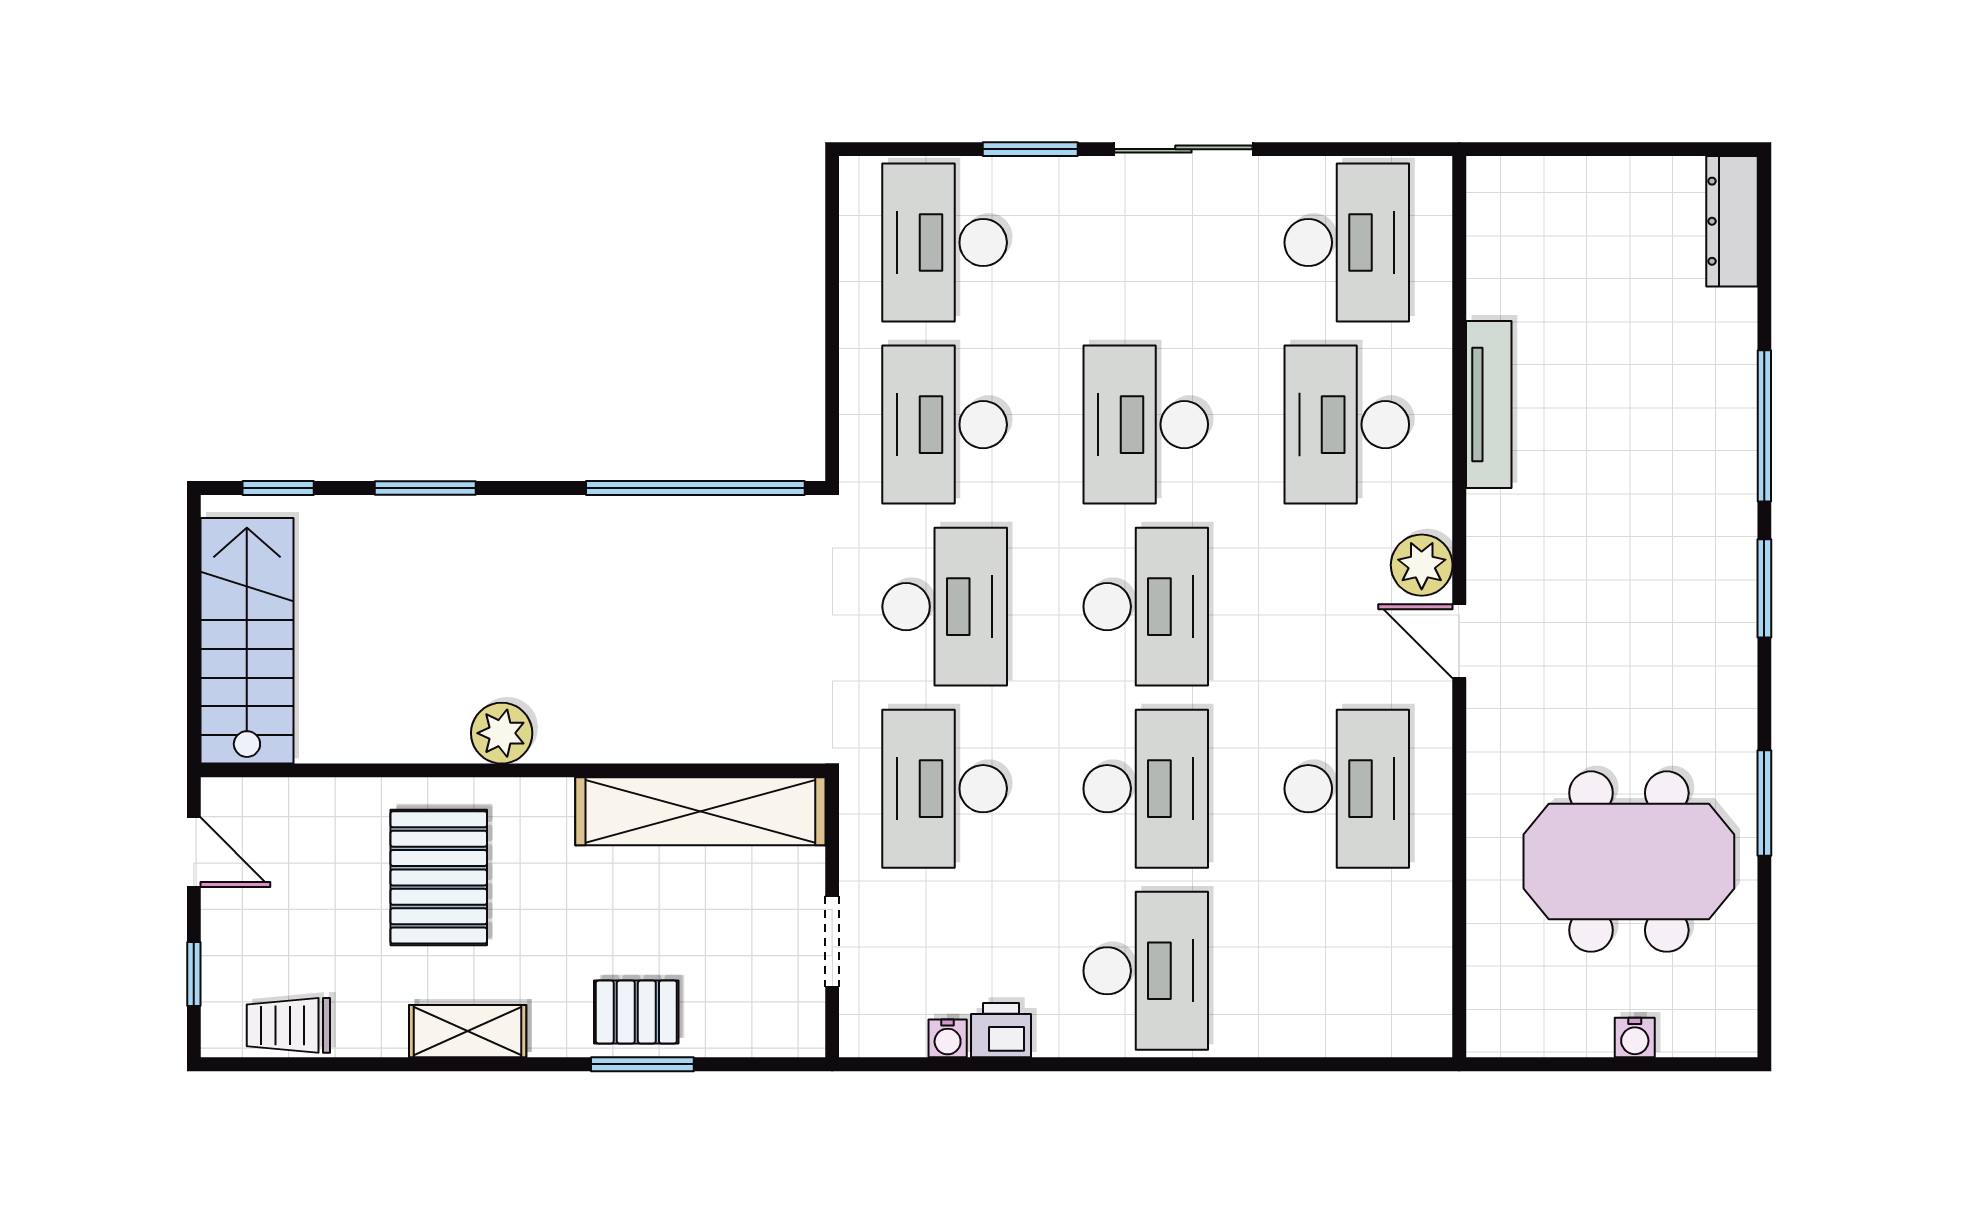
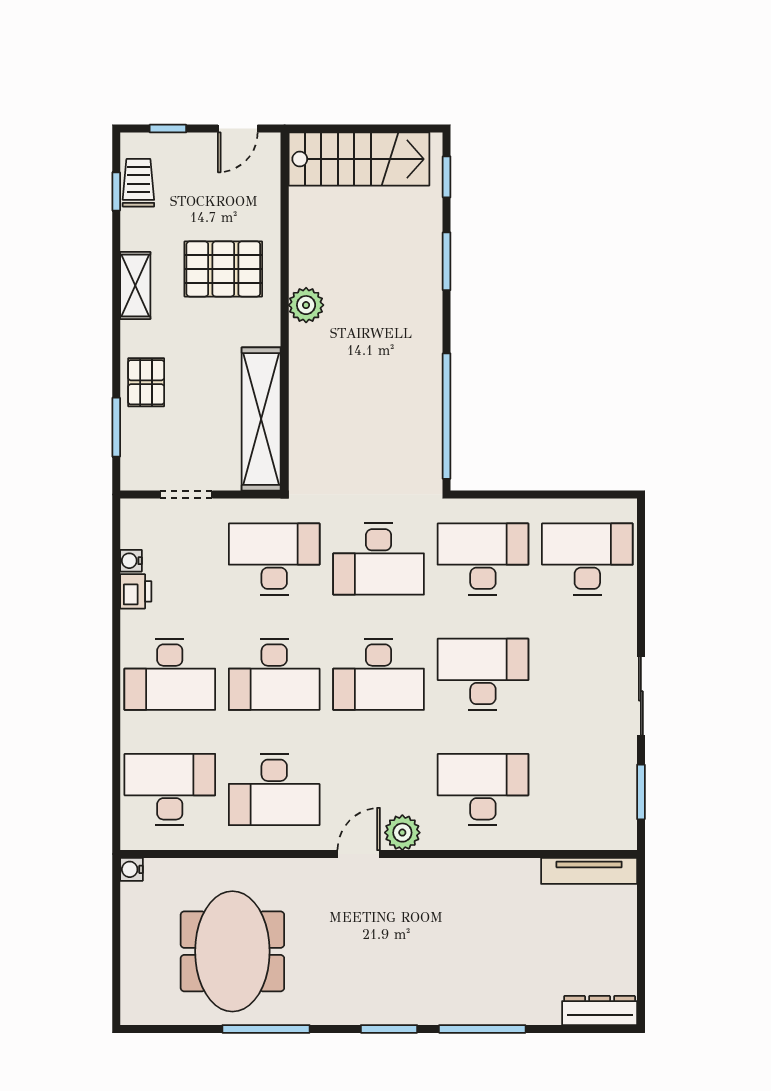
window: (1030, 149) -> (641, 792), moved
desk: (1347, 243) -> (170, 790), moved, turned 180
tv unit: (1489, 404) -> (589, 871), moved
window: (1764, 803) -> (266, 1029), width x1.44
water cooler: (1635, 1038) -> (131, 869), moved
window: (303, 1064) -> (116, 191), added
window: (642, 1064) -> (116, 427), moved

